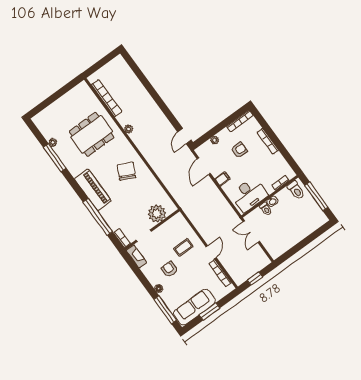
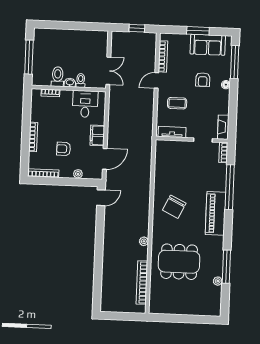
filing cabinet: (222, 179) -> (97, 135), width x2.00
toilet: (296, 190) -> (58, 77), moved
desk: (249, 195) -> (85, 104), width x0.73
plant: (157, 214) -> (177, 150), removed
tv unit: (170, 224) -> (172, 132), added
armchair: (169, 269) -> (203, 80), moved
sofa: (194, 307) -> (208, 45), width x0.73

